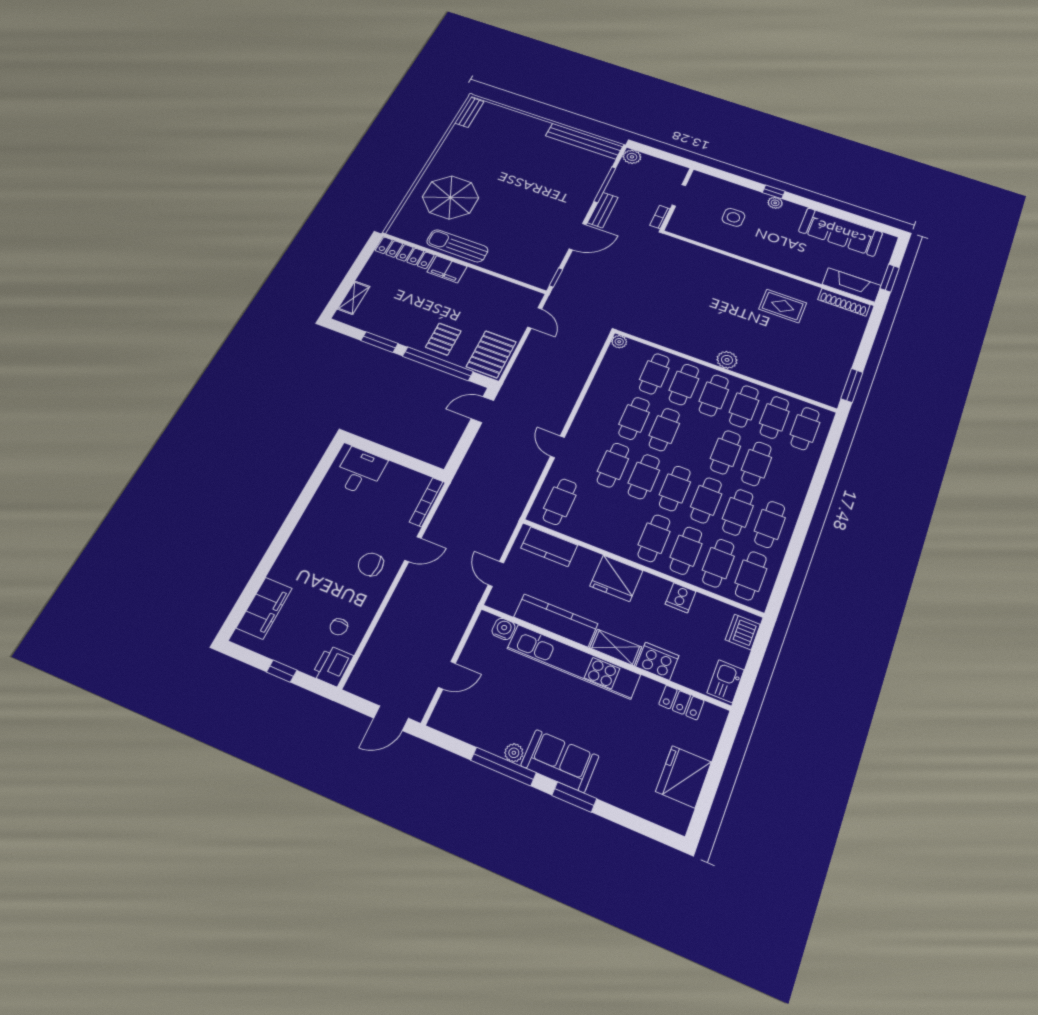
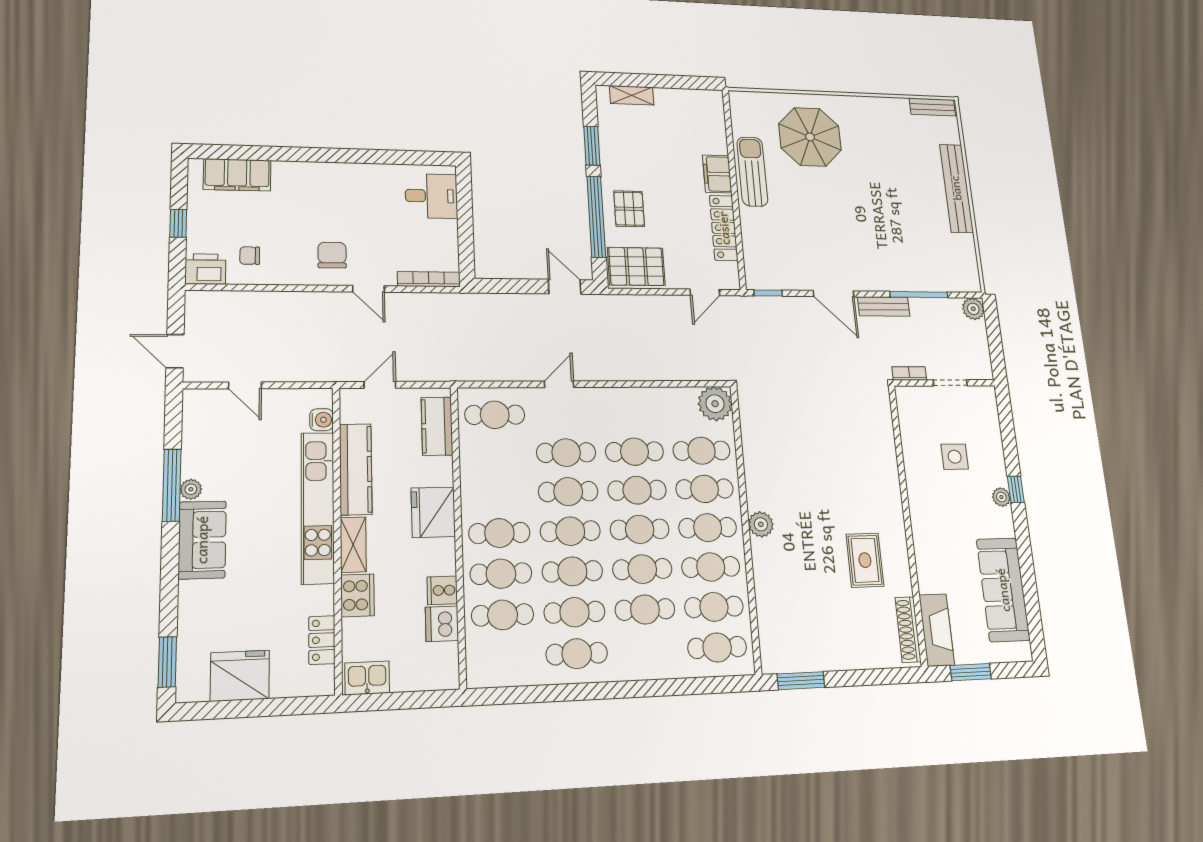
bench: (584, 141) -> (956, 188), moved
locker: (405, 253) -> (724, 228), moved
pallet: (443, 339) -> (629, 209), turned 90
plant: (619, 342) -> (715, 404), width x1.87, depth x1.87
cafe table: (751, 576) -> (640, 529), moved
dishwasher: (743, 632) -> (442, 624), moved, turned -90
window: (574, 797) -> (167, 662), moved

